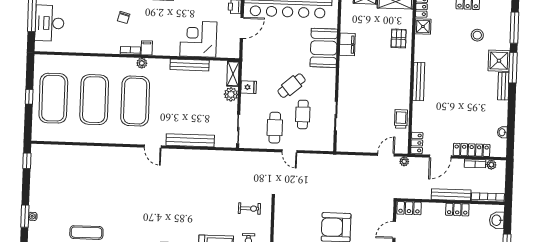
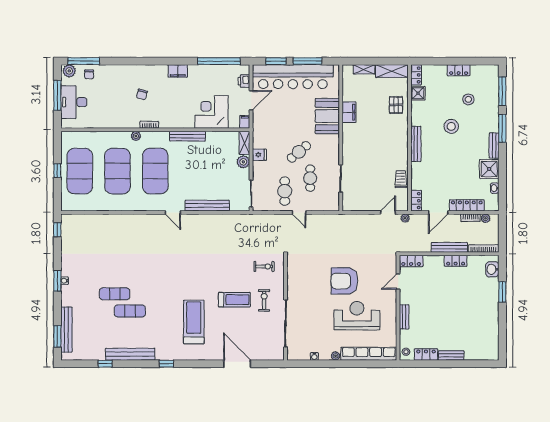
filing cabinet: (147, 48) -> (245, 122), moved
shower: (499, 61) -> (489, 169), moved
plant: (142, 63) -> (136, 136), moved
stool: (458, 64) -> (451, 126), added
bench: (190, 65) -> (187, 136), moved

